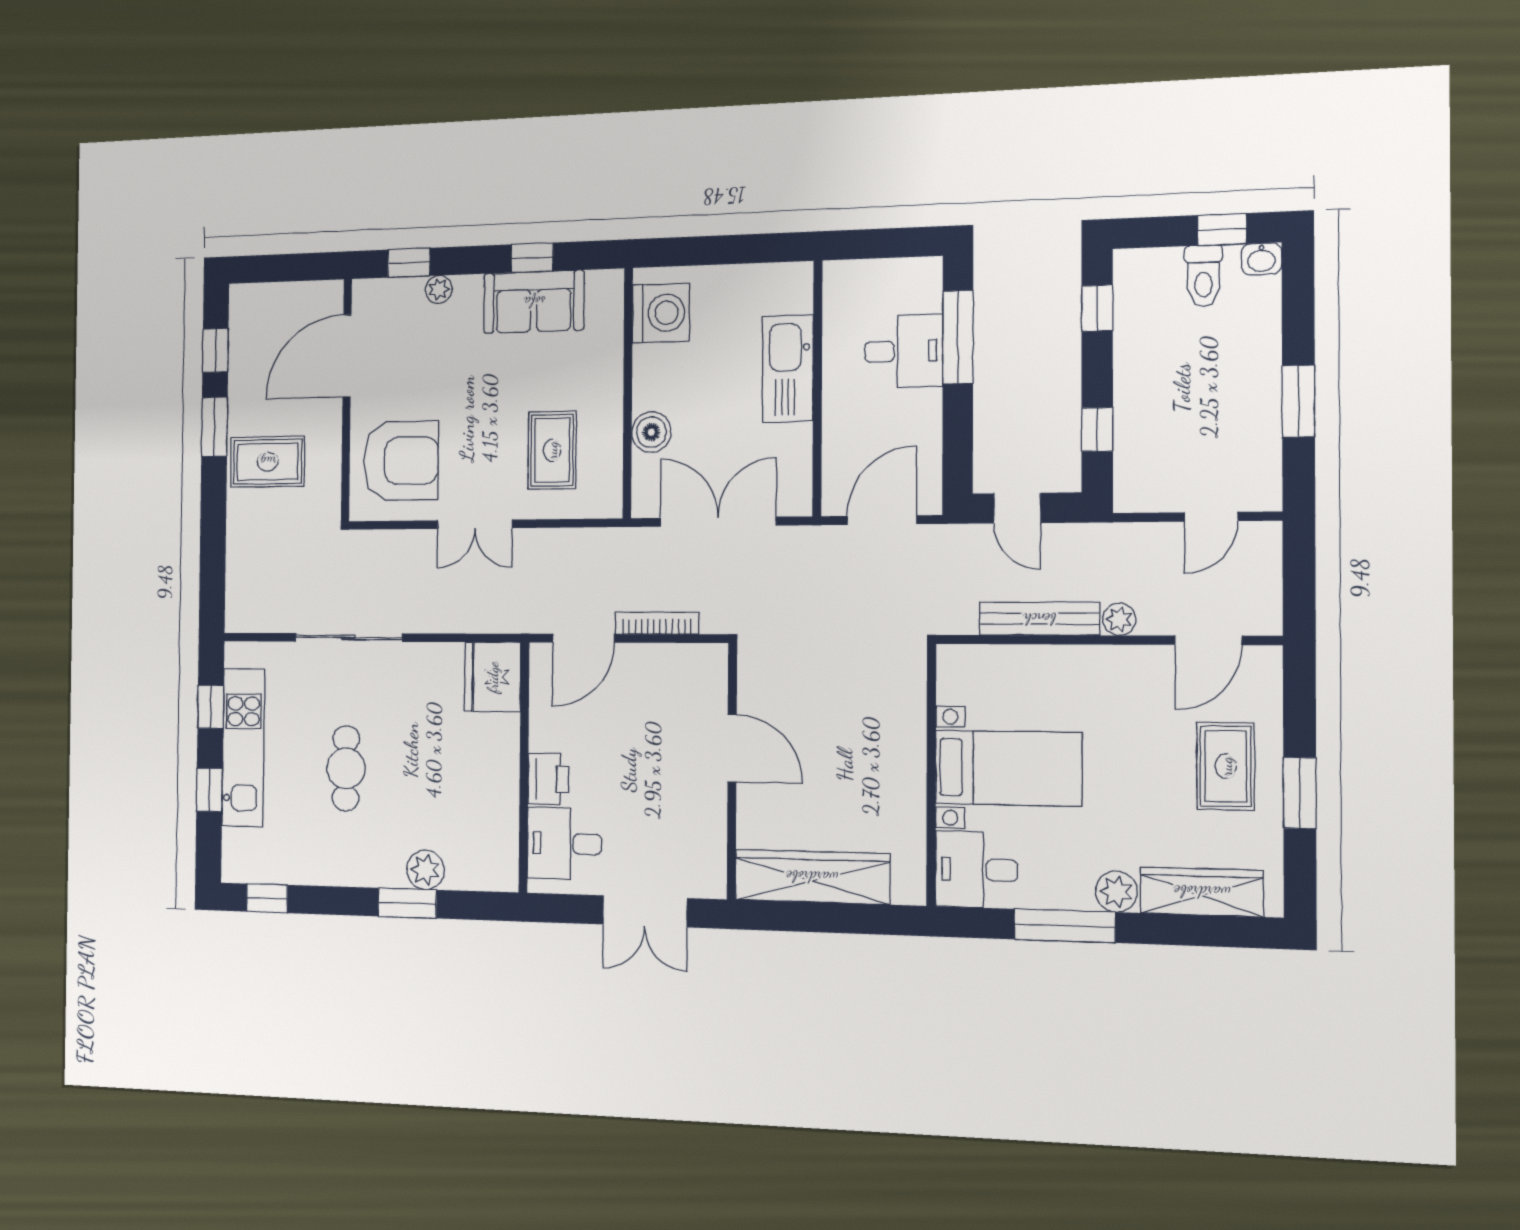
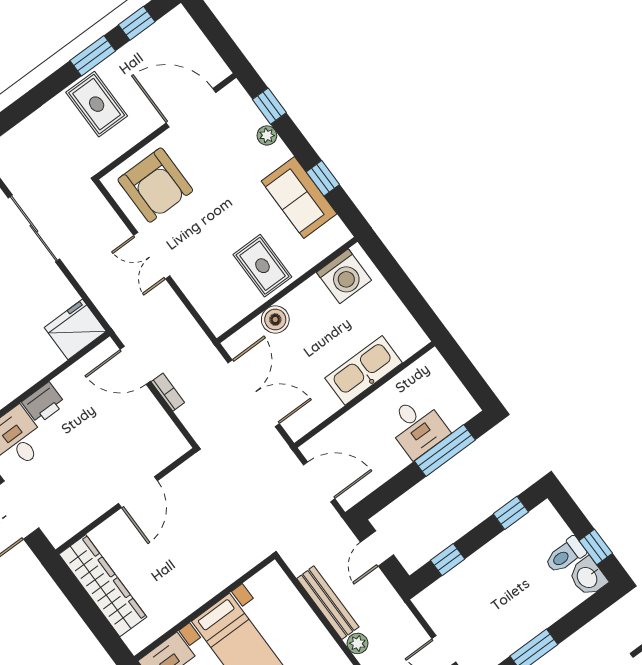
washbasin: (1261, 259) -> (588, 577), width x1.38, depth x1.45
rug: (552, 450) -> (262, 266), moved, turned 90
bookcase: (657, 623) -> (168, 392), width x0.64

